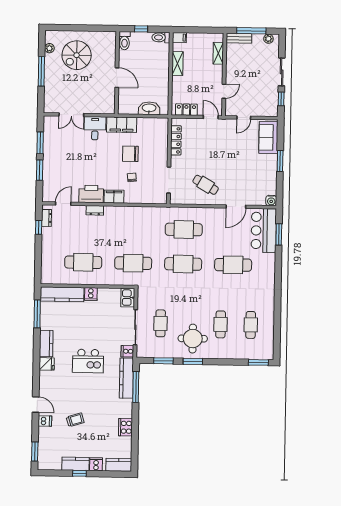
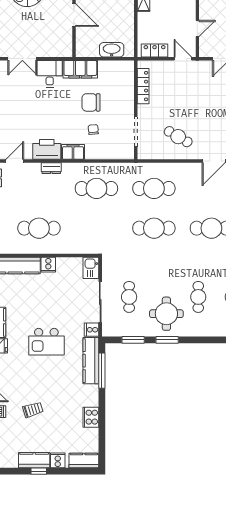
cafe table: (133, 263) -> (96, 188), moved

